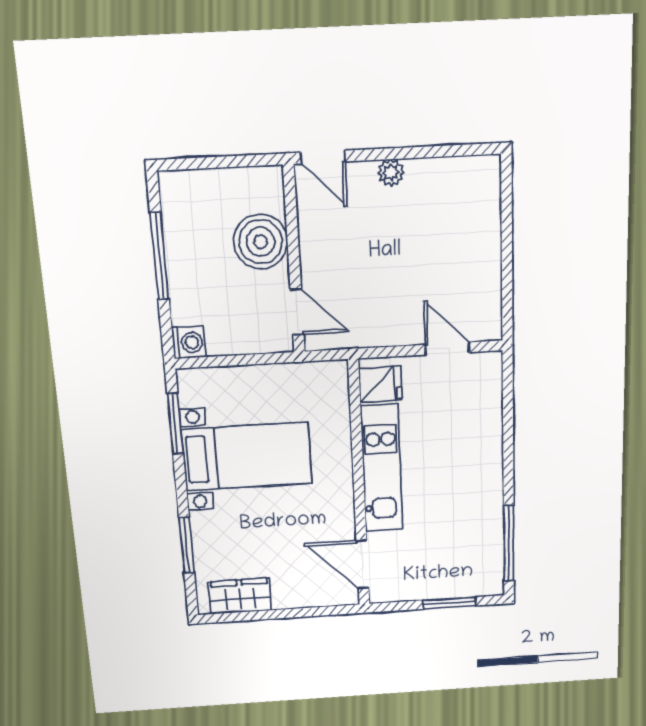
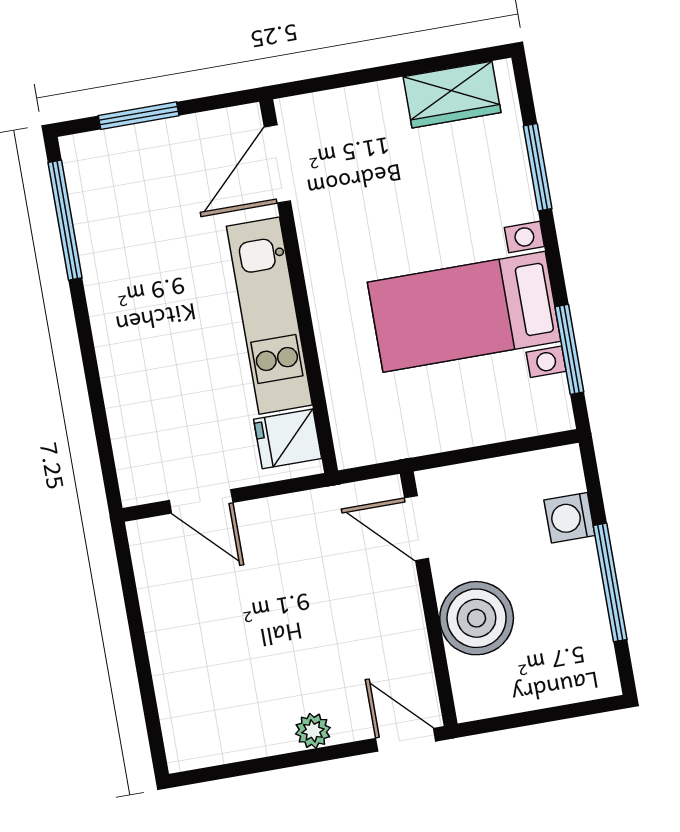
washing machine: (189, 342) -> (569, 518), moved
door: (363, 564) -> (277, 164), swing flipped

